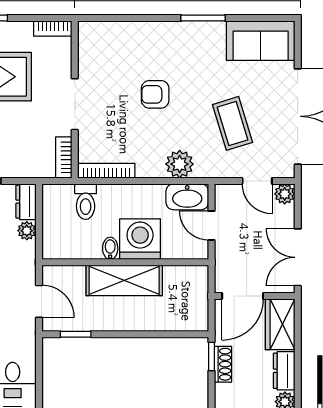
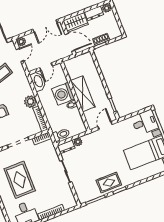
plant: (180, 164) -> (30, 102), moved
toilet: (86, 202) -> (61, 135), moved

